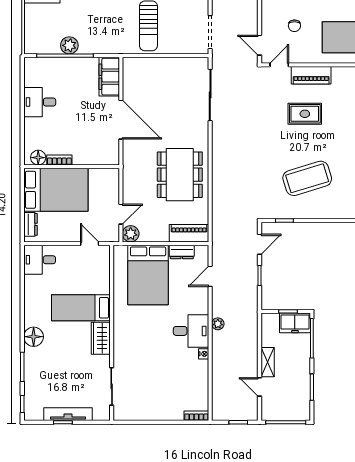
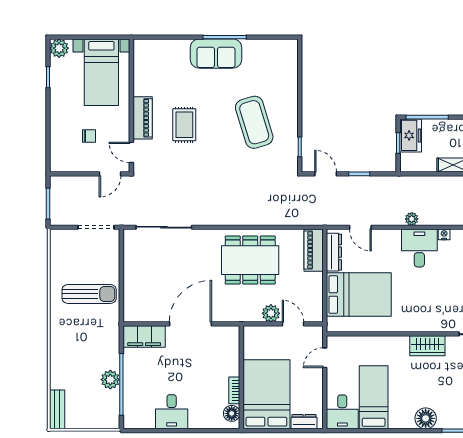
plant: (131, 234) -> (271, 313), moved
dresser: (182, 252) -> (334, 252), width x1.44
bed: (81, 308) -> (374, 397), moved, turned 180

